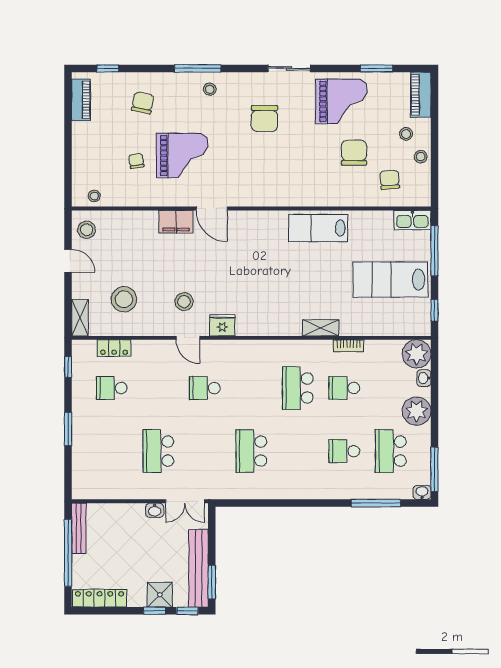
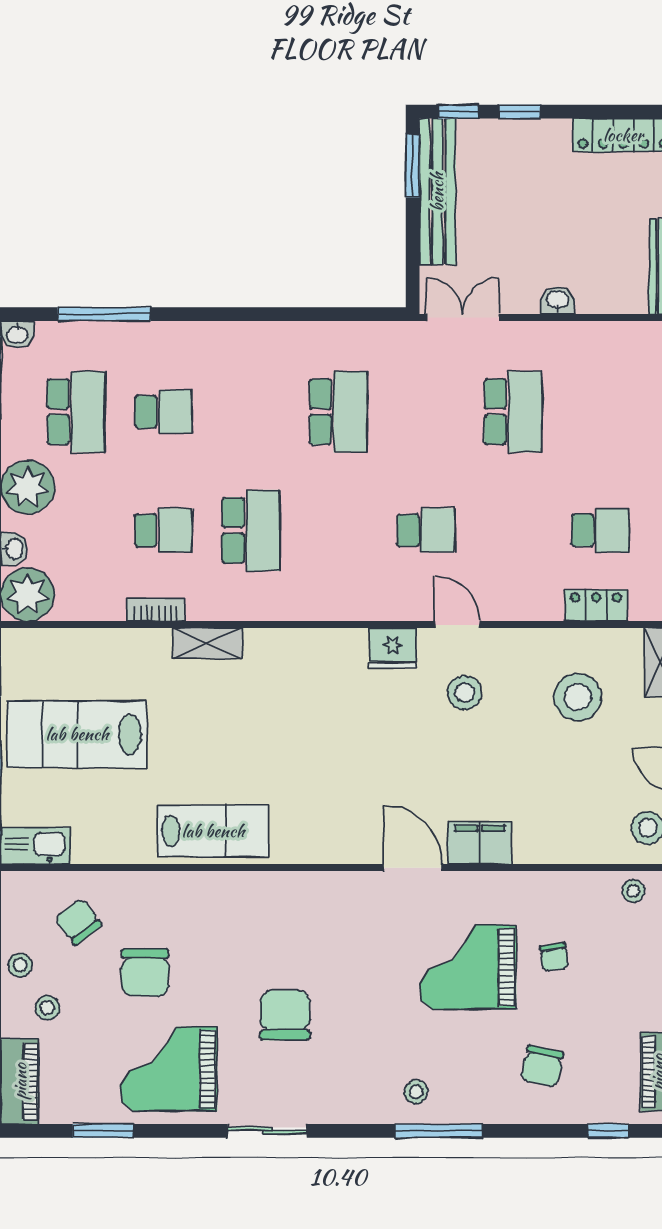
chair: (265, 119) -> (285, 1015), moved
chair: (390, 180) -> (78, 922), turned 146
lab bench: (390, 279) -> (77, 734), turned 180
washbasin: (155, 510) -> (558, 300), moved
shower: (160, 595) -> (510, 142), removed

